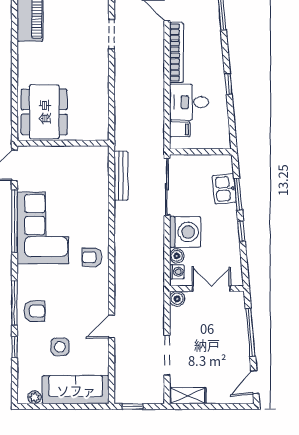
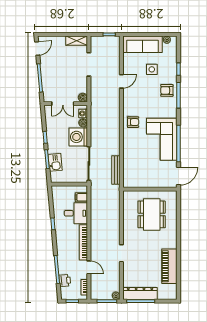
dining table: (44, 112) -> (152, 214), moved

